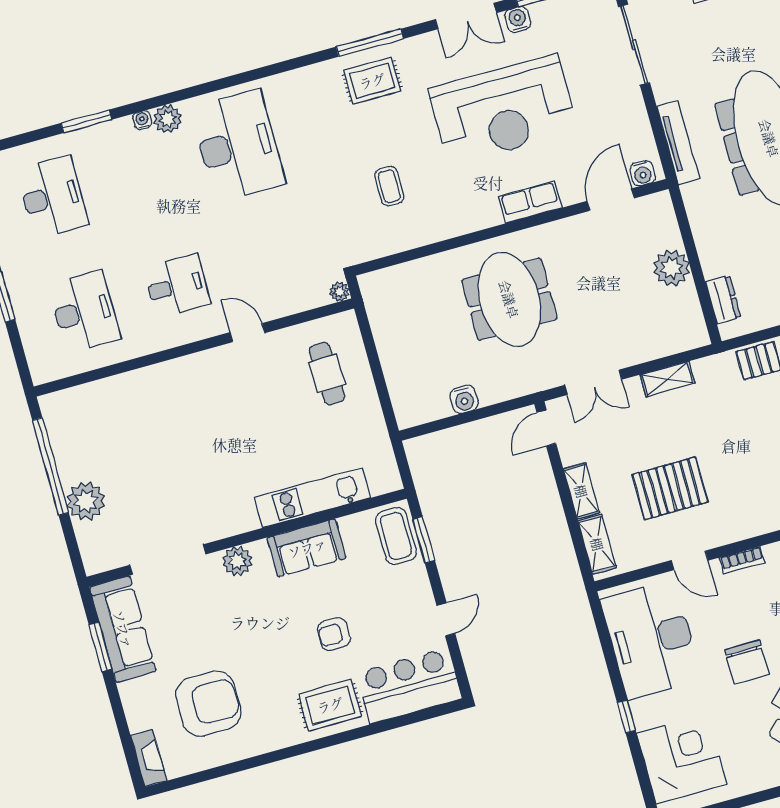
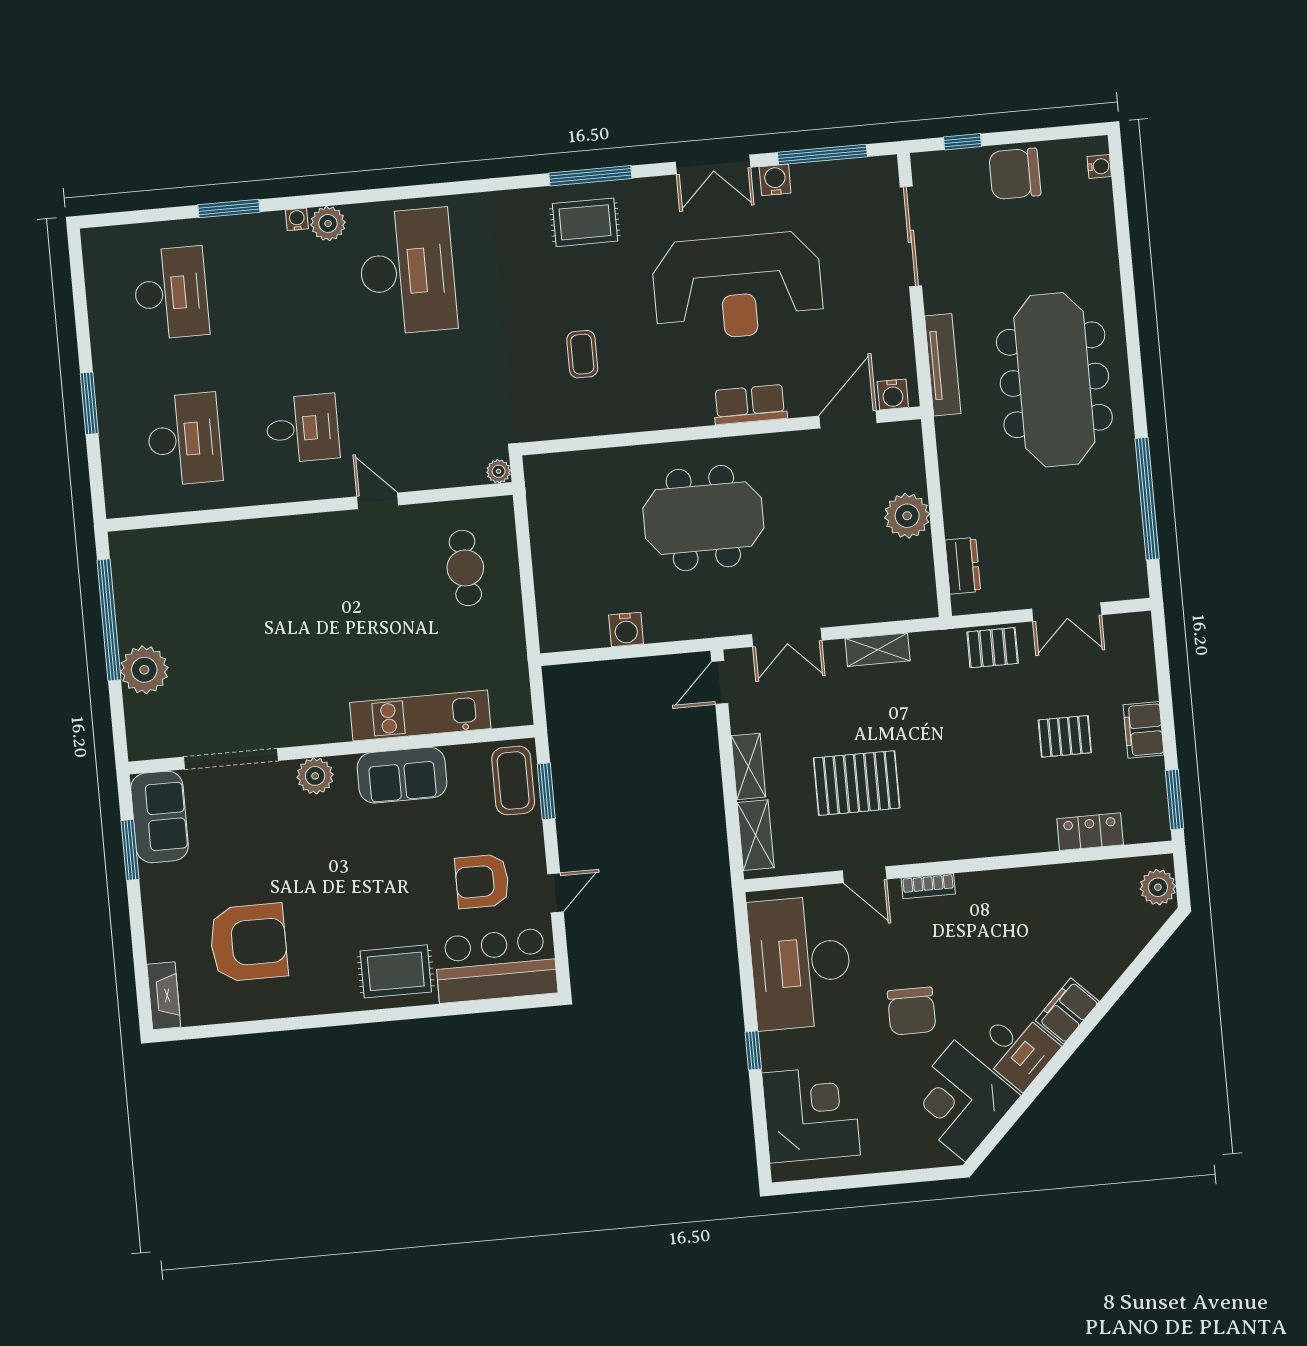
meeting table: (509, 299) -> (703, 518), turned 90
sofa: (123, 629) -> (160, 817), width x0.73
armchair: (334, 634) -> (482, 881), moved, width x1.38, depth x1.38

